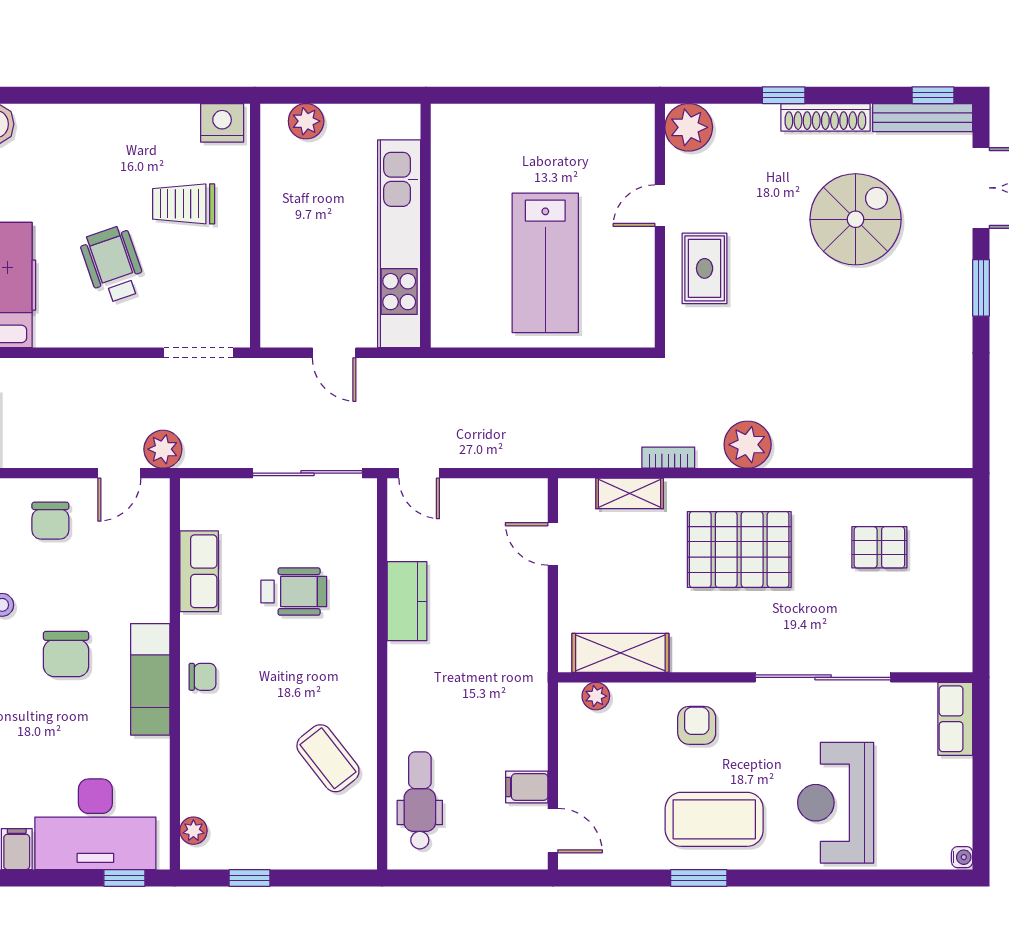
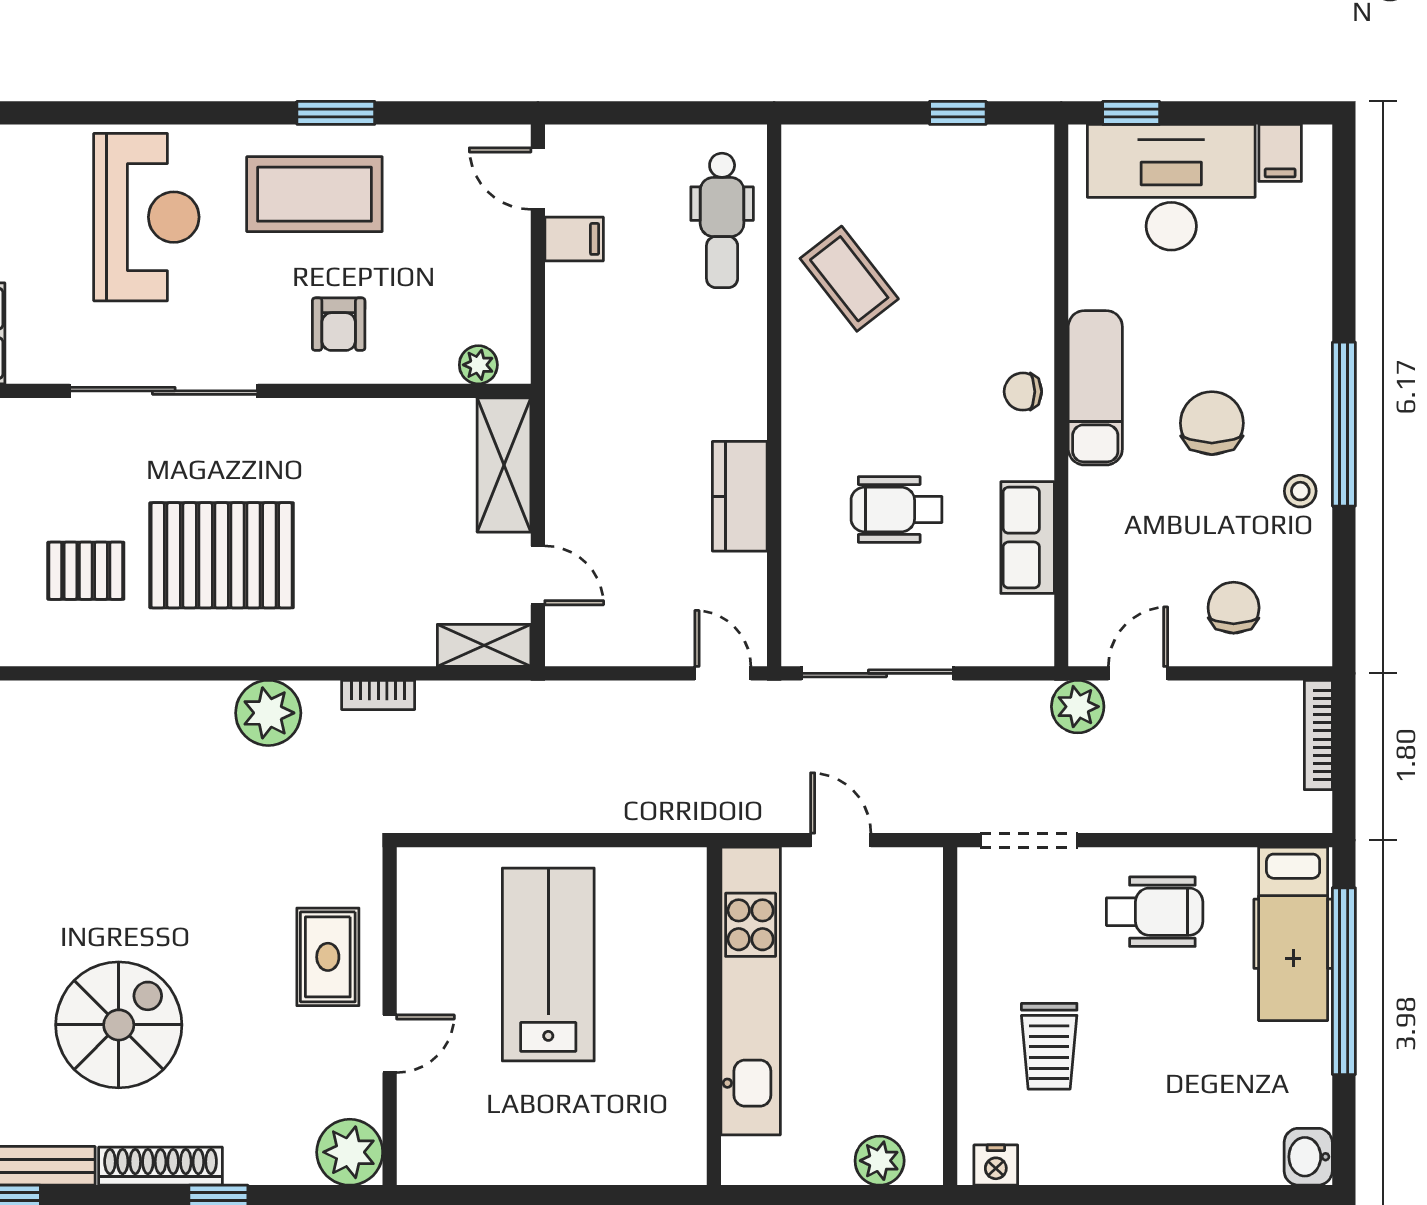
nightstand: (222, 123) -> (996, 1165), width x0.74, depth x0.75
trolley: (184, 204) -> (1049, 1046), turned 90
spiral stairs: (856, 219) -> (119, 1025), turned 180
wheelchair: (113, 265) -> (1155, 912), moved, turned -71
shelving: (630, 493) -> (484, 645), moved
pallet: (739, 550) -> (222, 555), moved
shelving: (620, 653) -> (504, 465), moved, turned 90
plant: (193, 831) -> (1035, 179), removed

